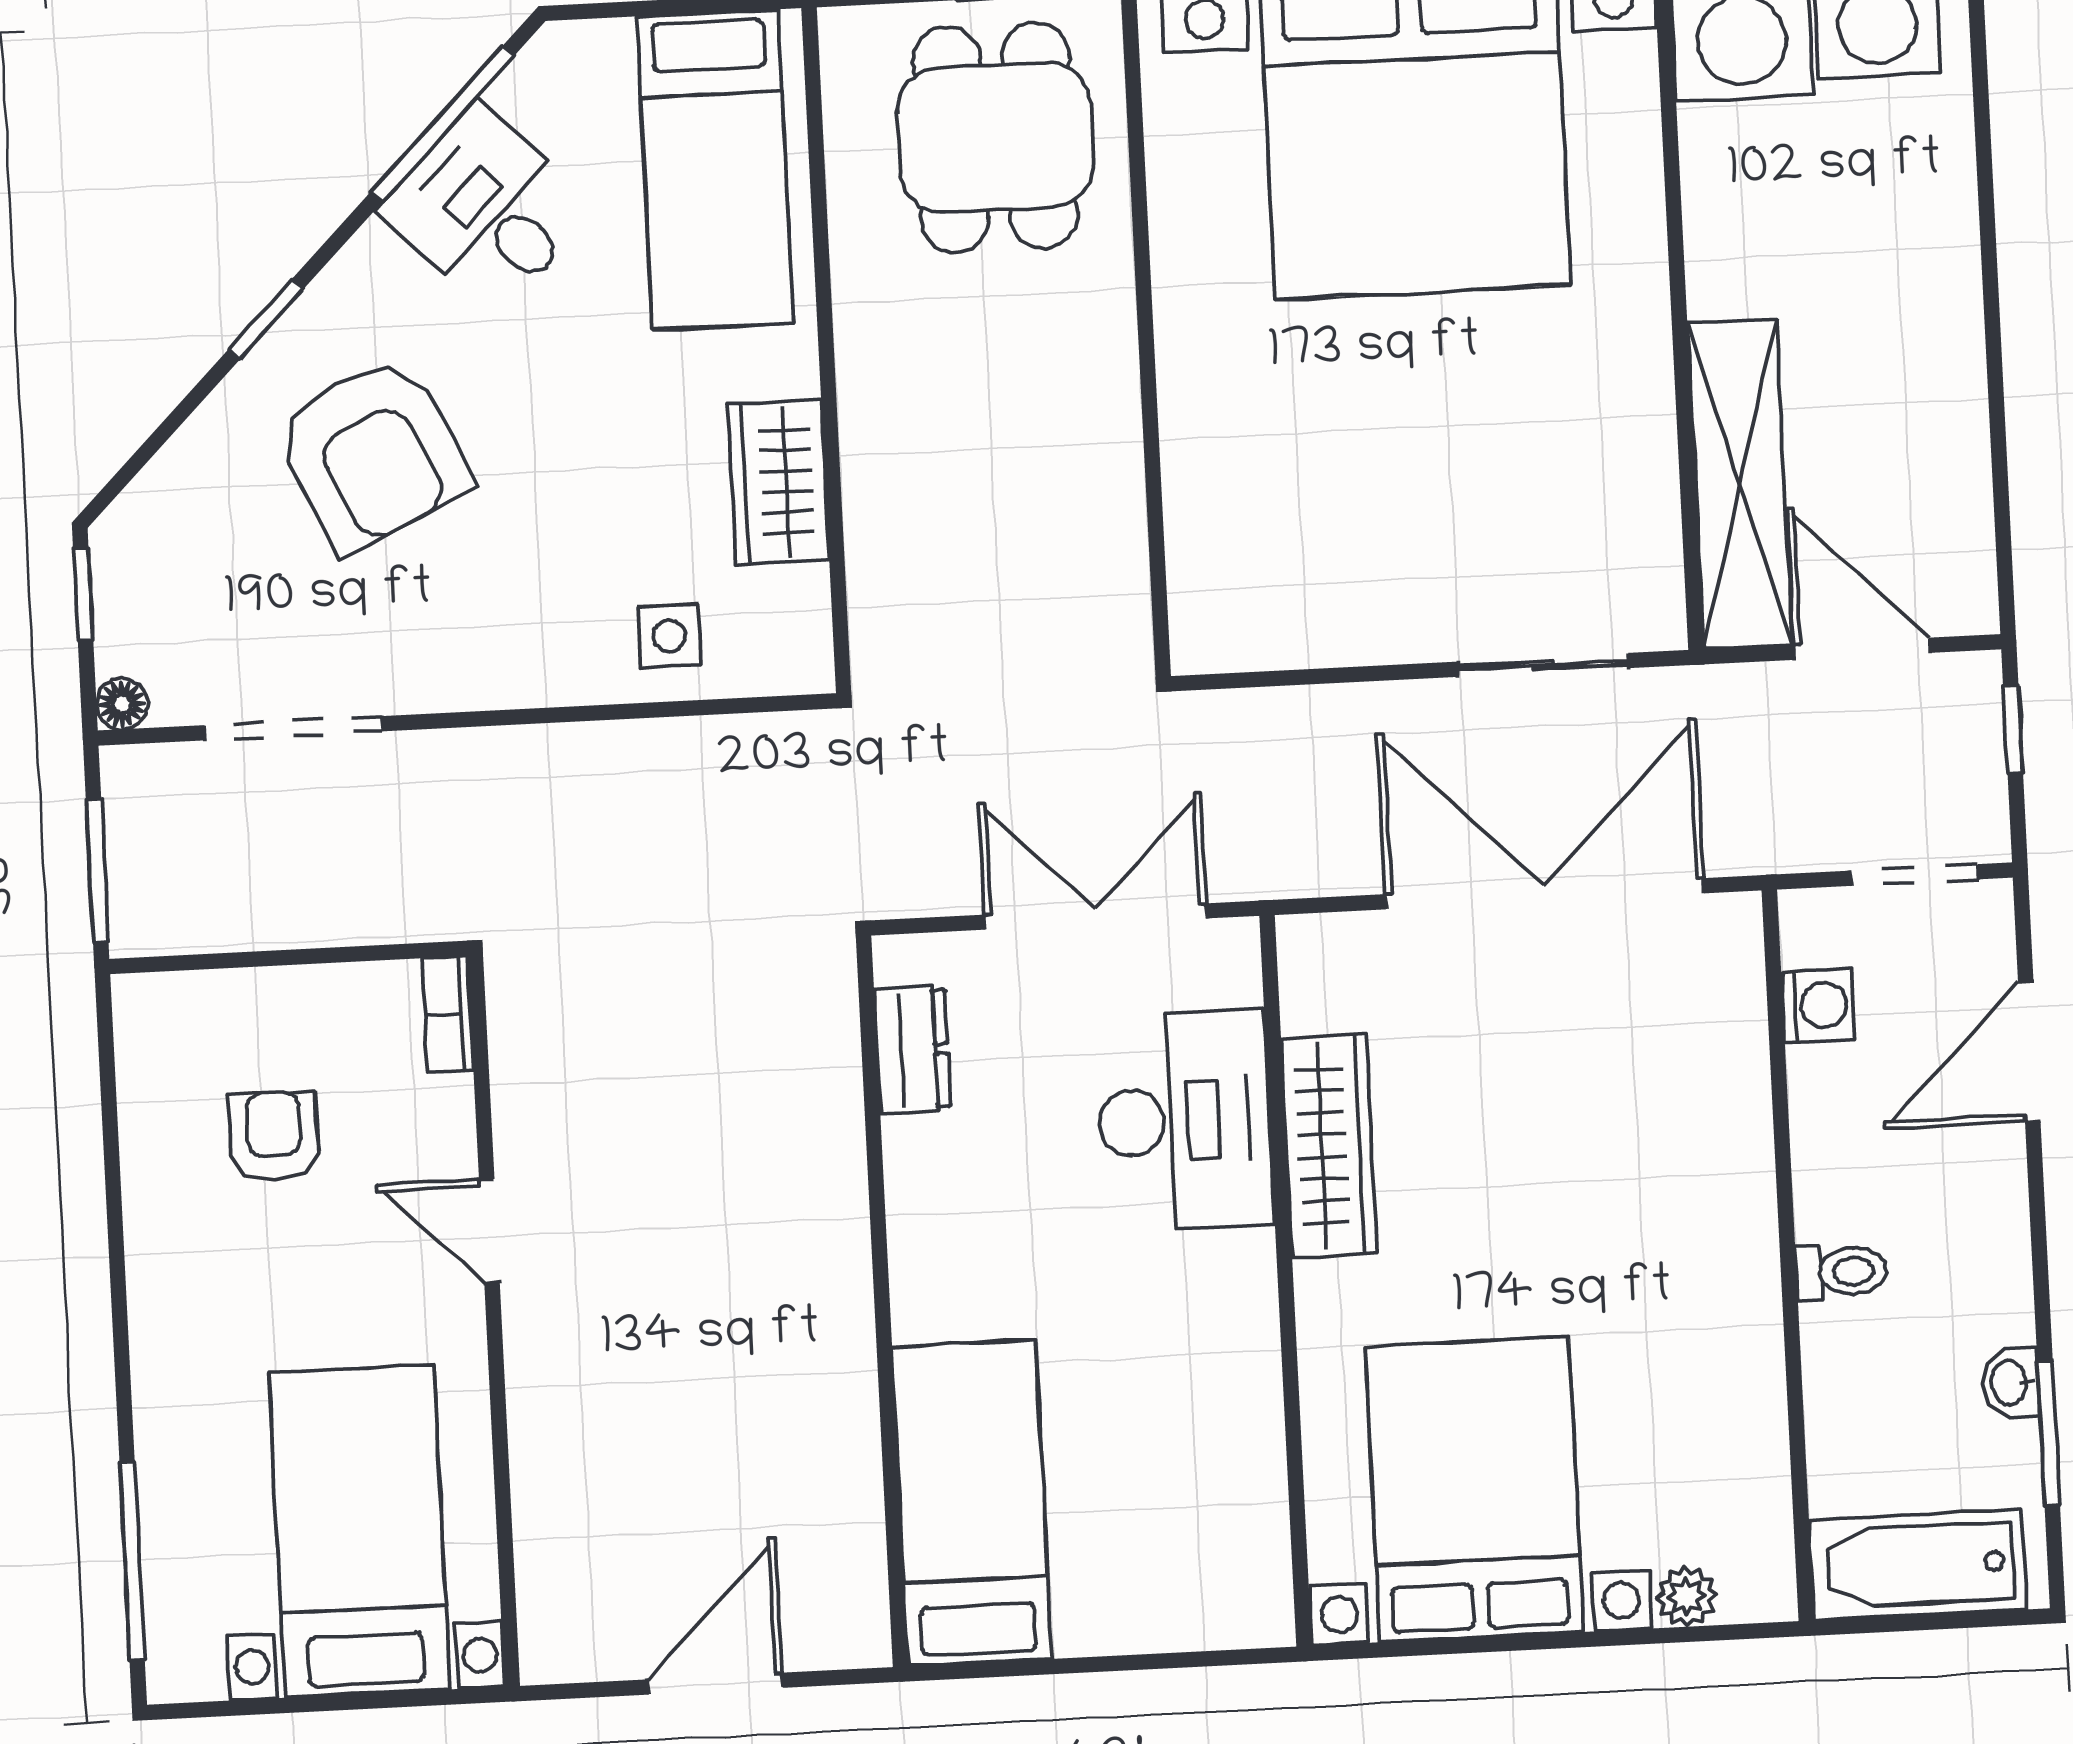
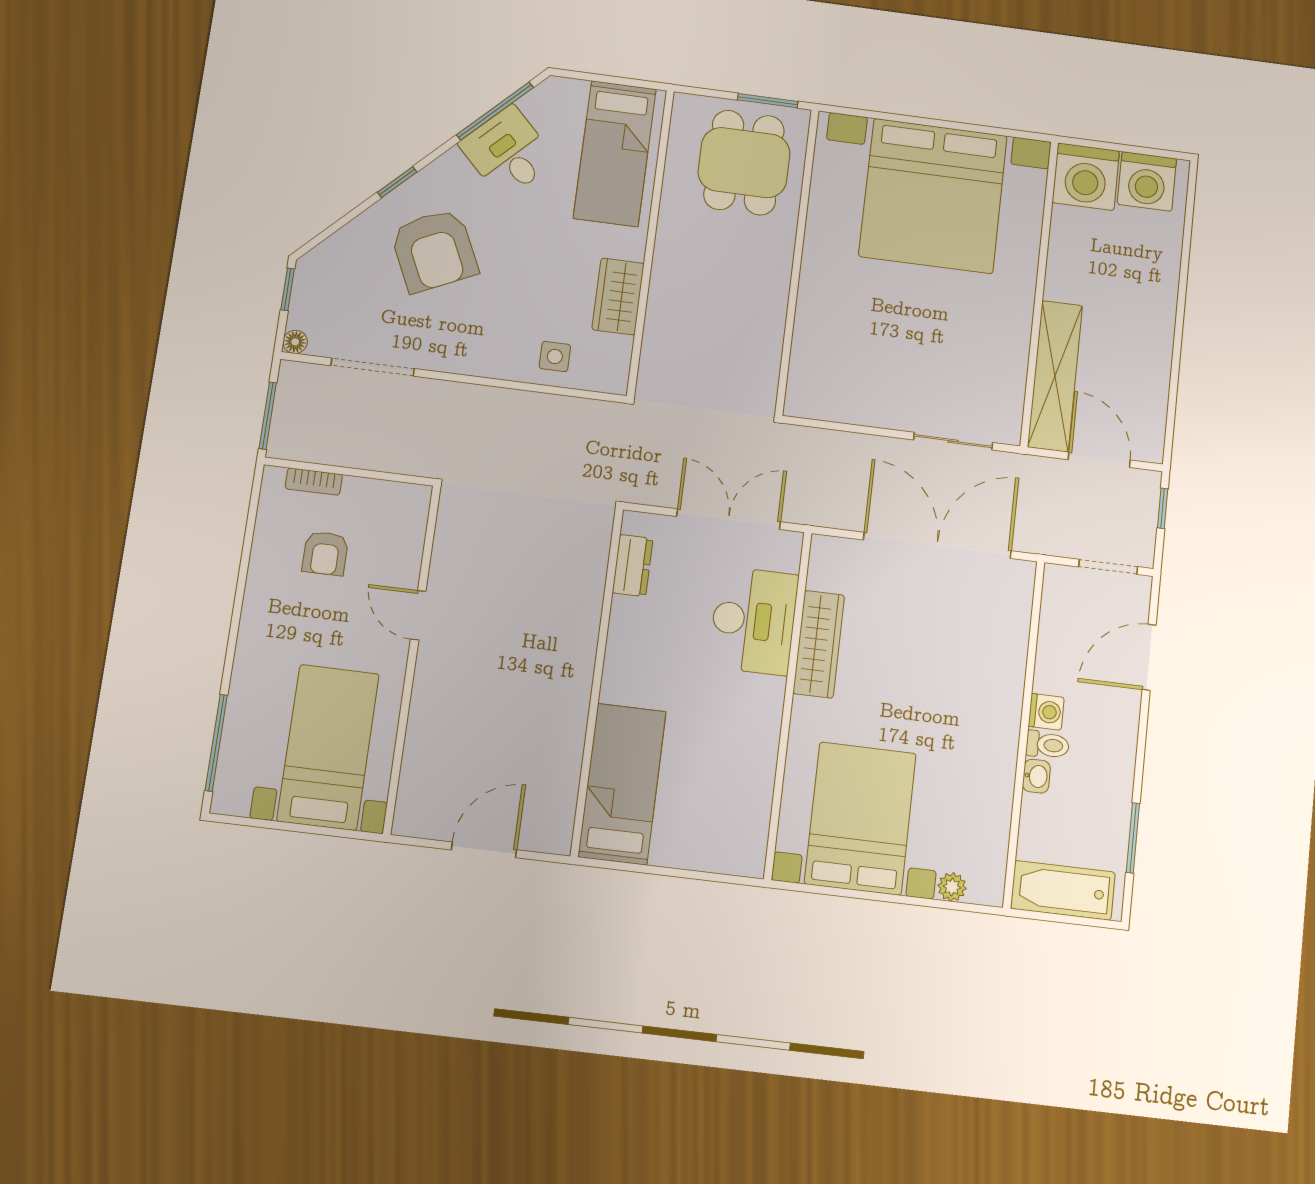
washing machine: (1818, 1005) -> (1046, 712), moved
bookcase: (448, 1014) -> (314, 482), moved, turned -90
armchair: (274, 1136) -> (325, 553), turned 180
washbasin: (2011, 1383) -> (1036, 776), moved, turned 180

